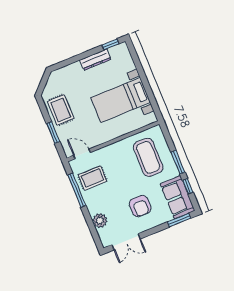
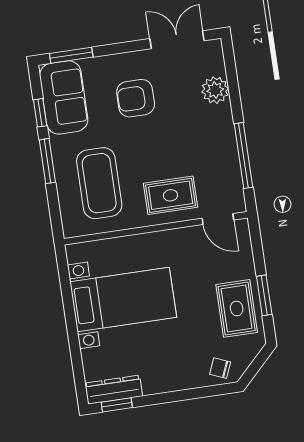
dresser: (95, 60) -> (114, 390), moved
chair: (62, 77) -> (220, 368), added
window: (53, 133) -> (264, 295), moved
rug: (92, 178) -> (171, 195), moved
armchair: (140, 206) -> (136, 98), turned -90

